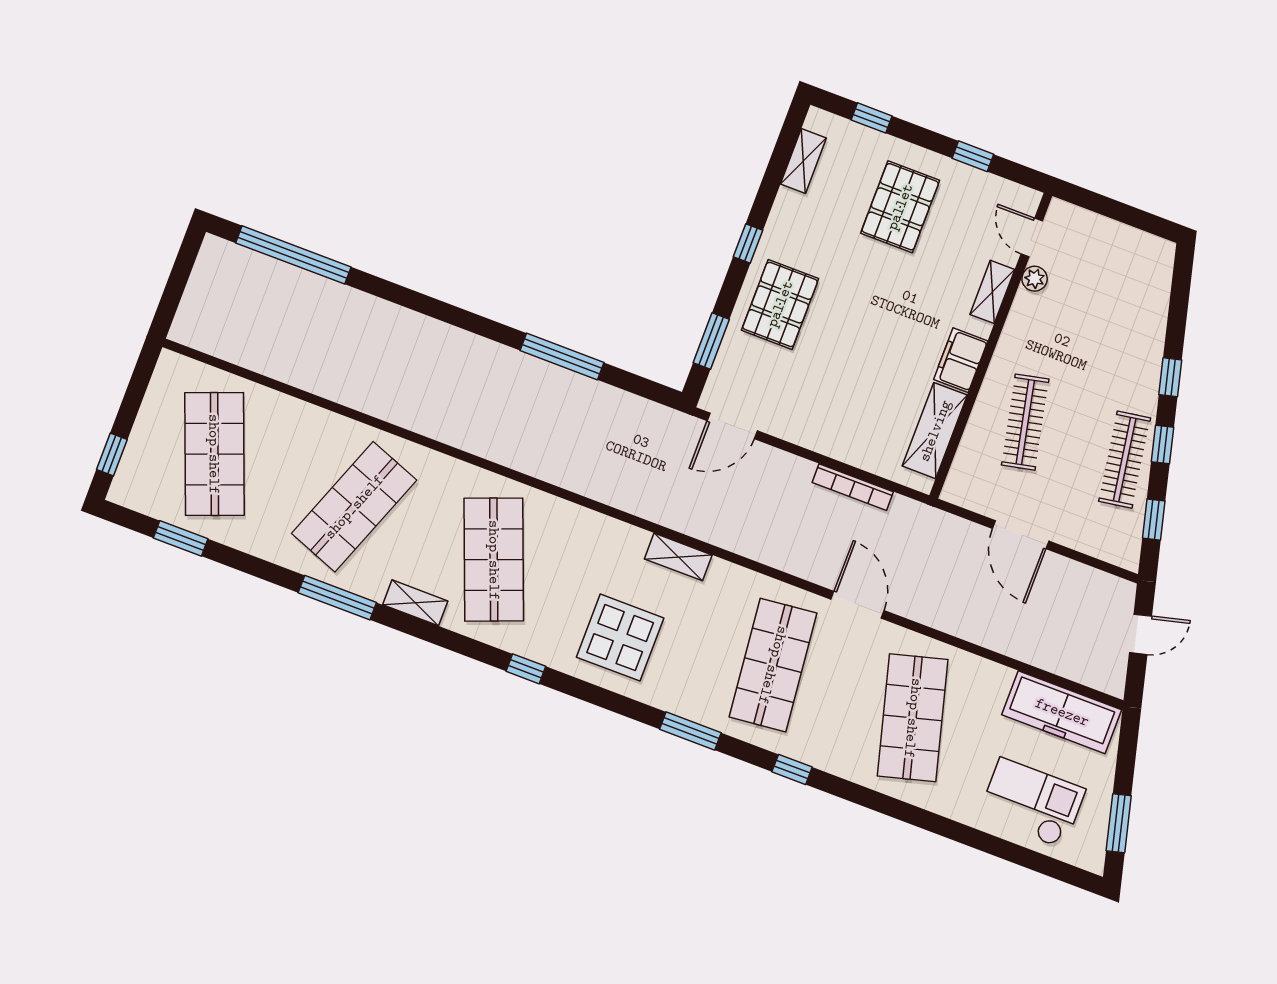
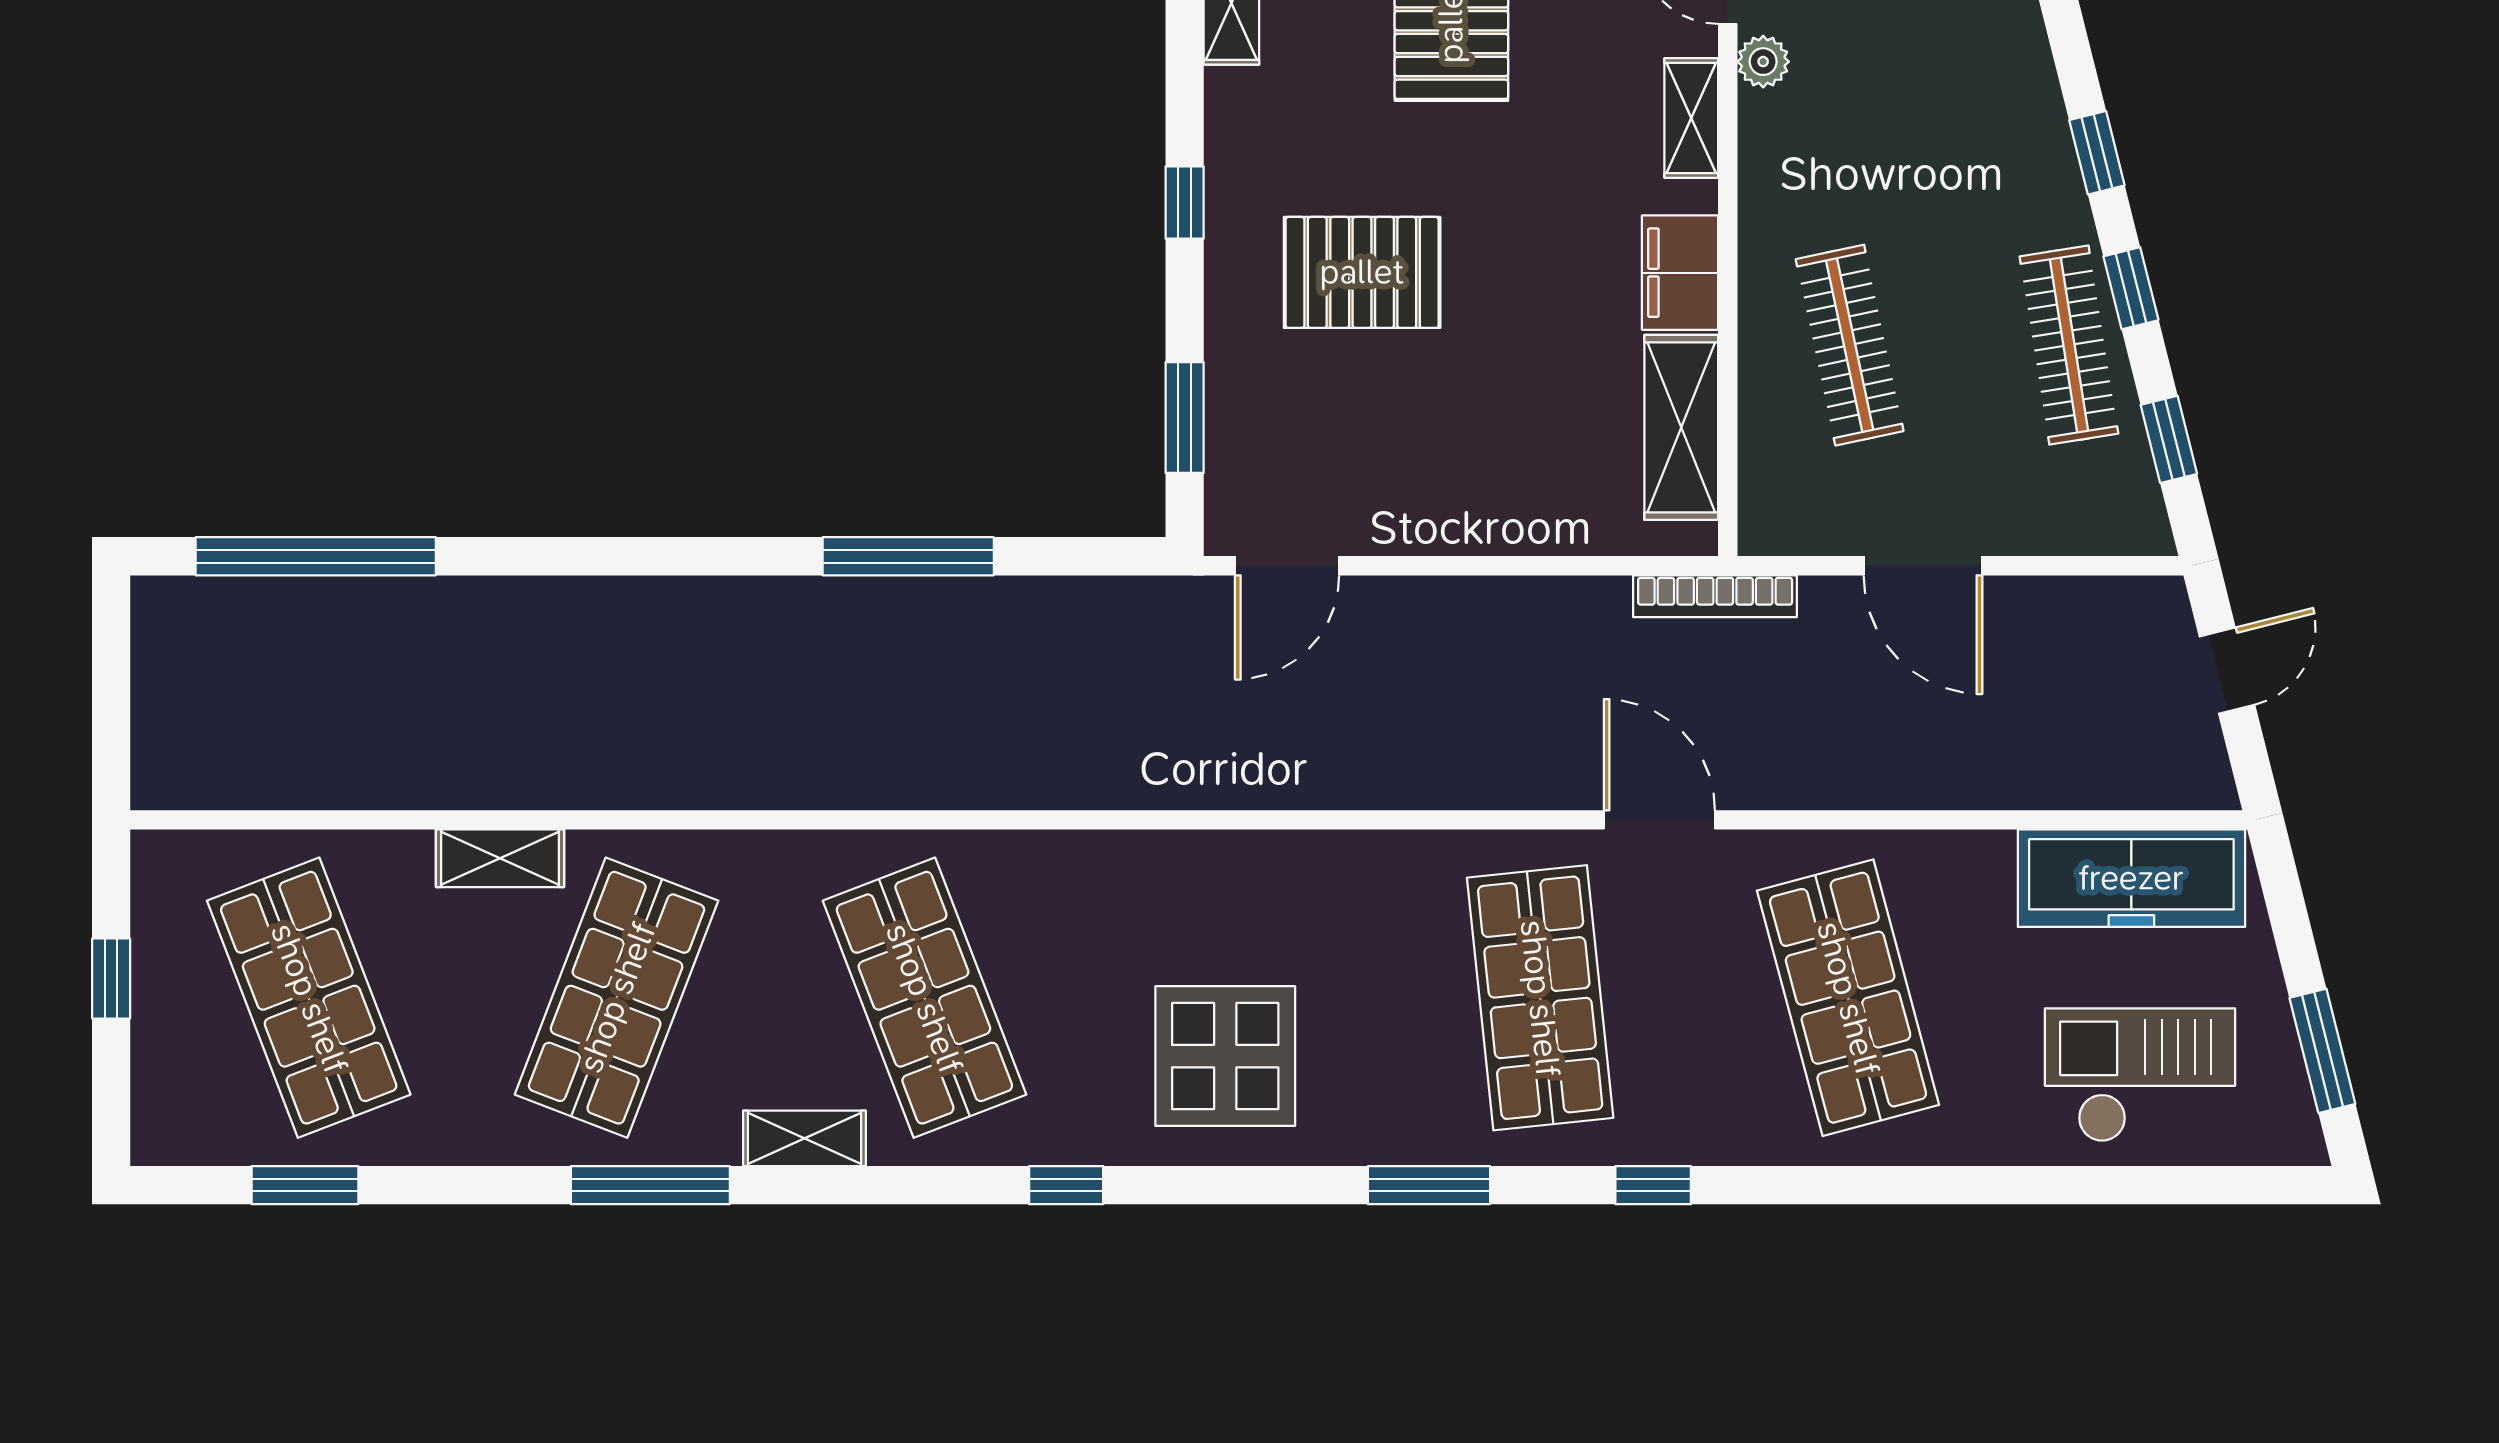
pallet: (780, 304) -> (1362, 272), moved, turned 90
window: (112, 455) -> (111, 978), moved
bookcase: (853, 487) -> (1715, 596), moved
shelving: (678, 557) -> (500, 858), moved

